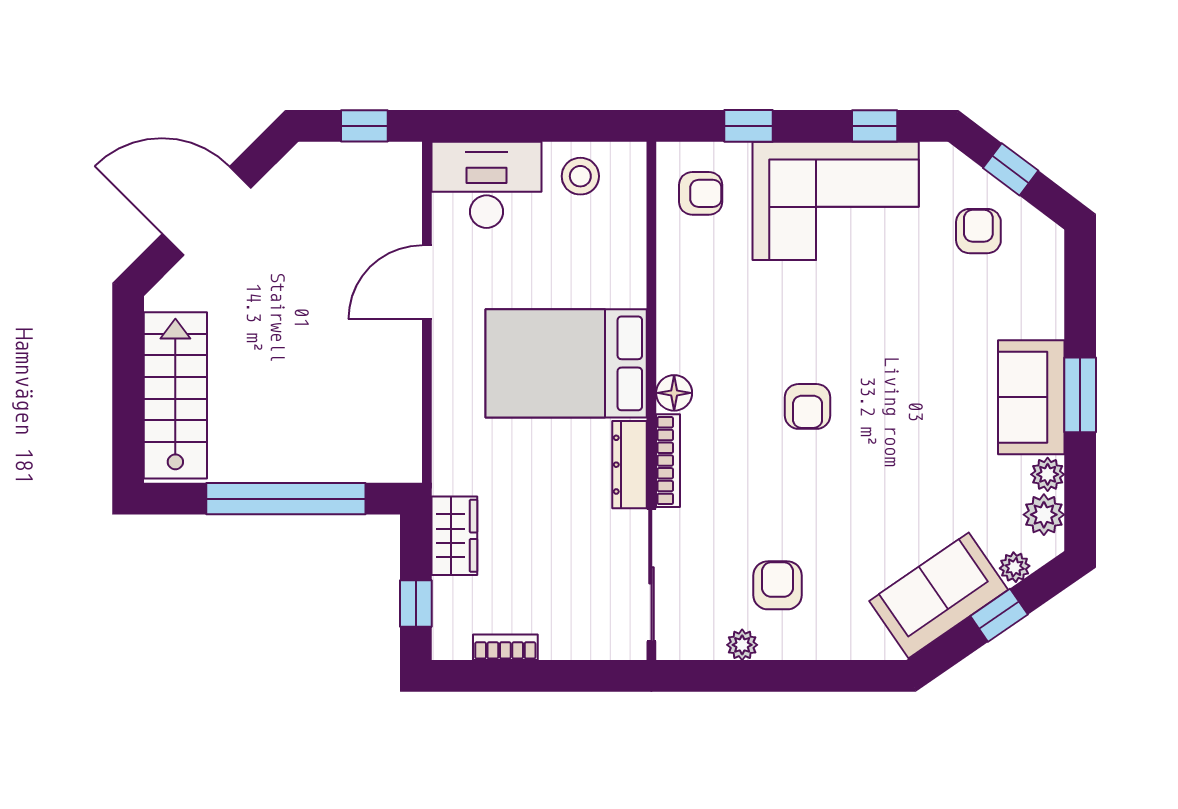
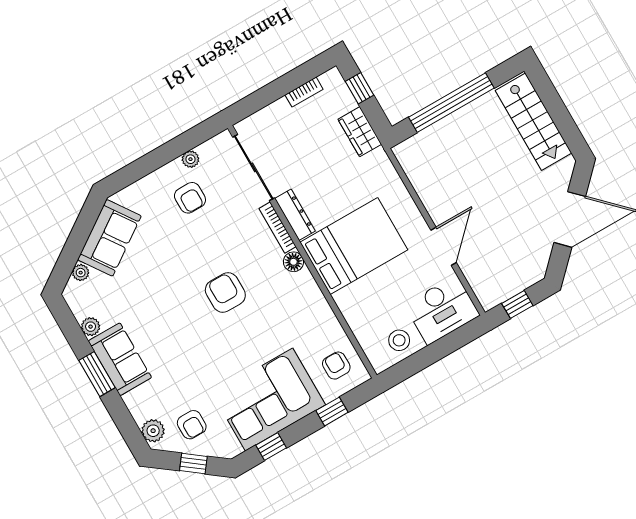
armchair: (701, 193) -> (336, 366), turned 90
armchair: (808, 406) -> (225, 292), width x1.38, depth x1.38
plant: (1044, 515) -> (153, 431), moved
window: (999, 615) -> (75, 245), removed

